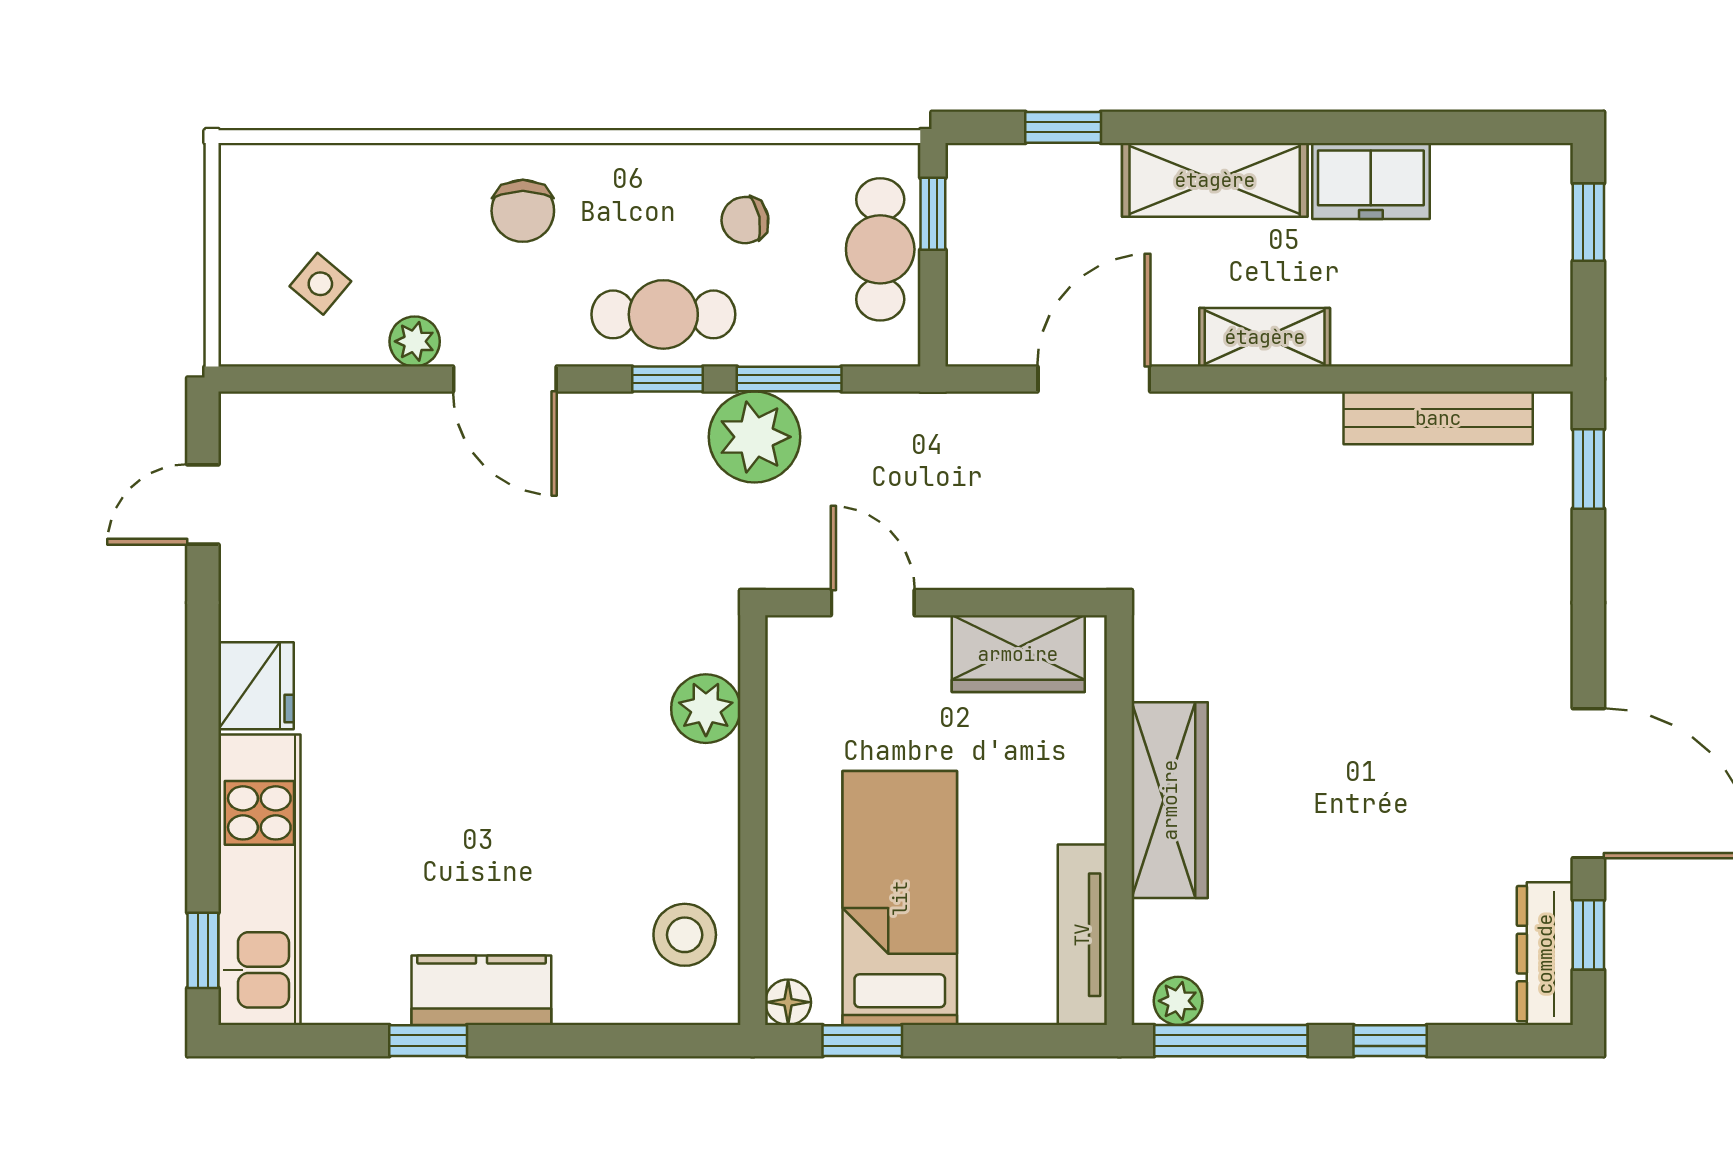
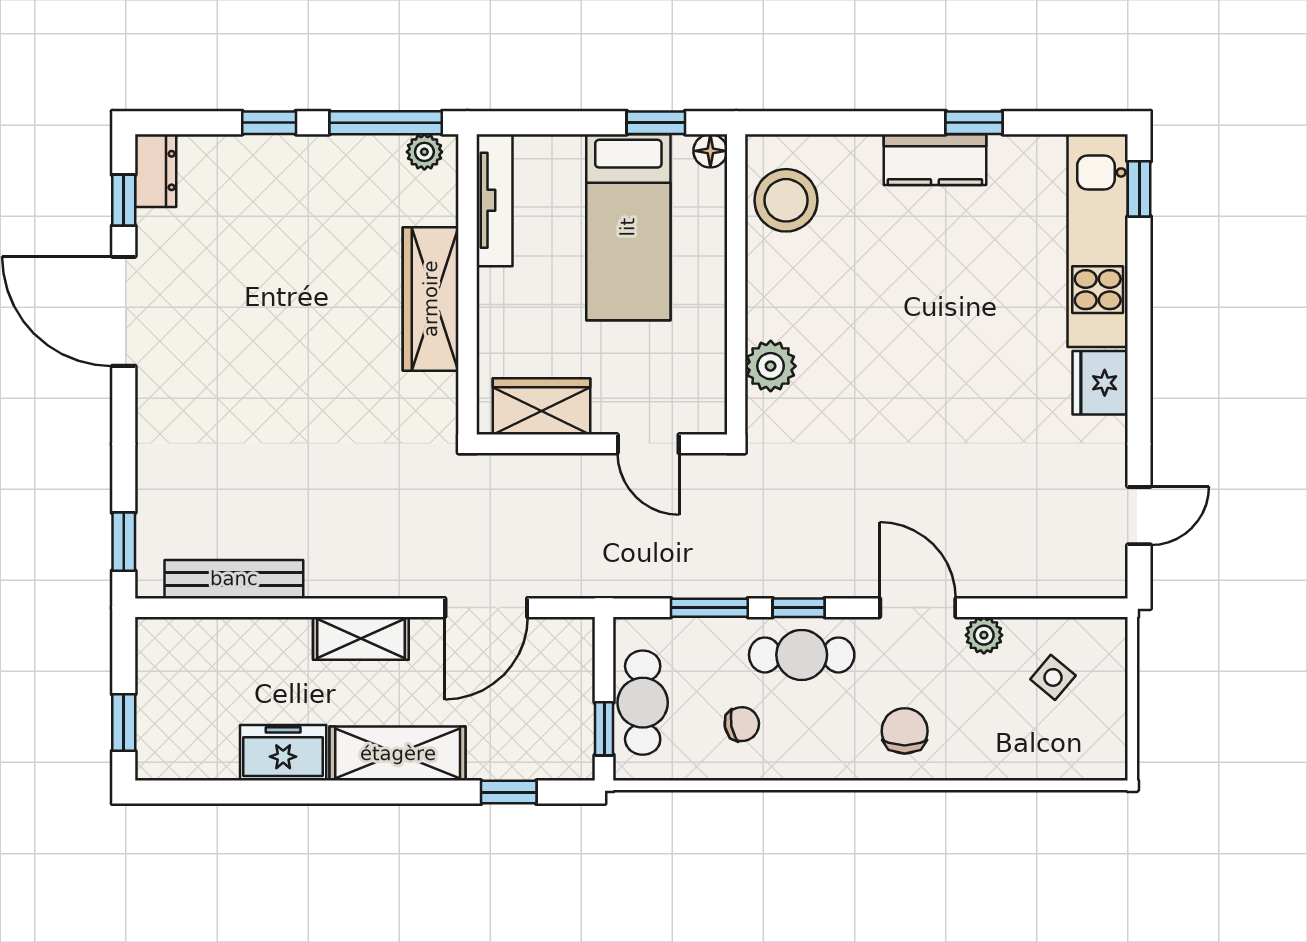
plant: (754, 437) -> (735, 565), removed
stool: (685, 935) -> (786, 200), width x1.38, depth x1.38
dresser: (1545, 954) -> (156, 171), width x0.70

